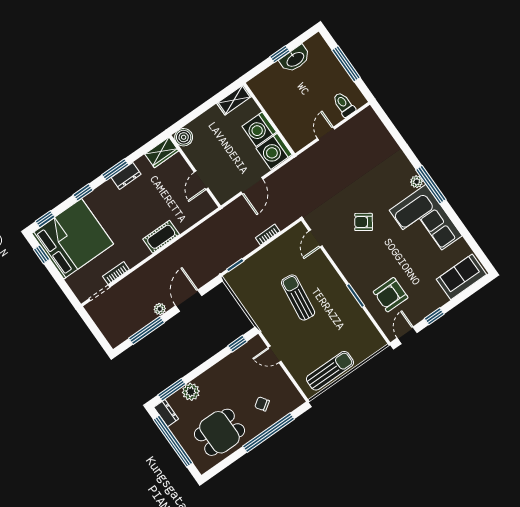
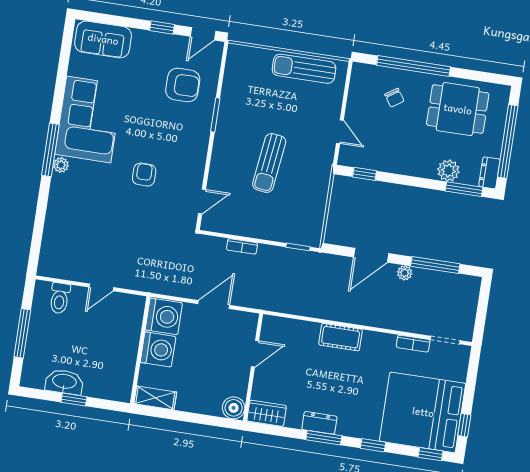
armchair: (364, 222) -> (144, 175), turned -125

